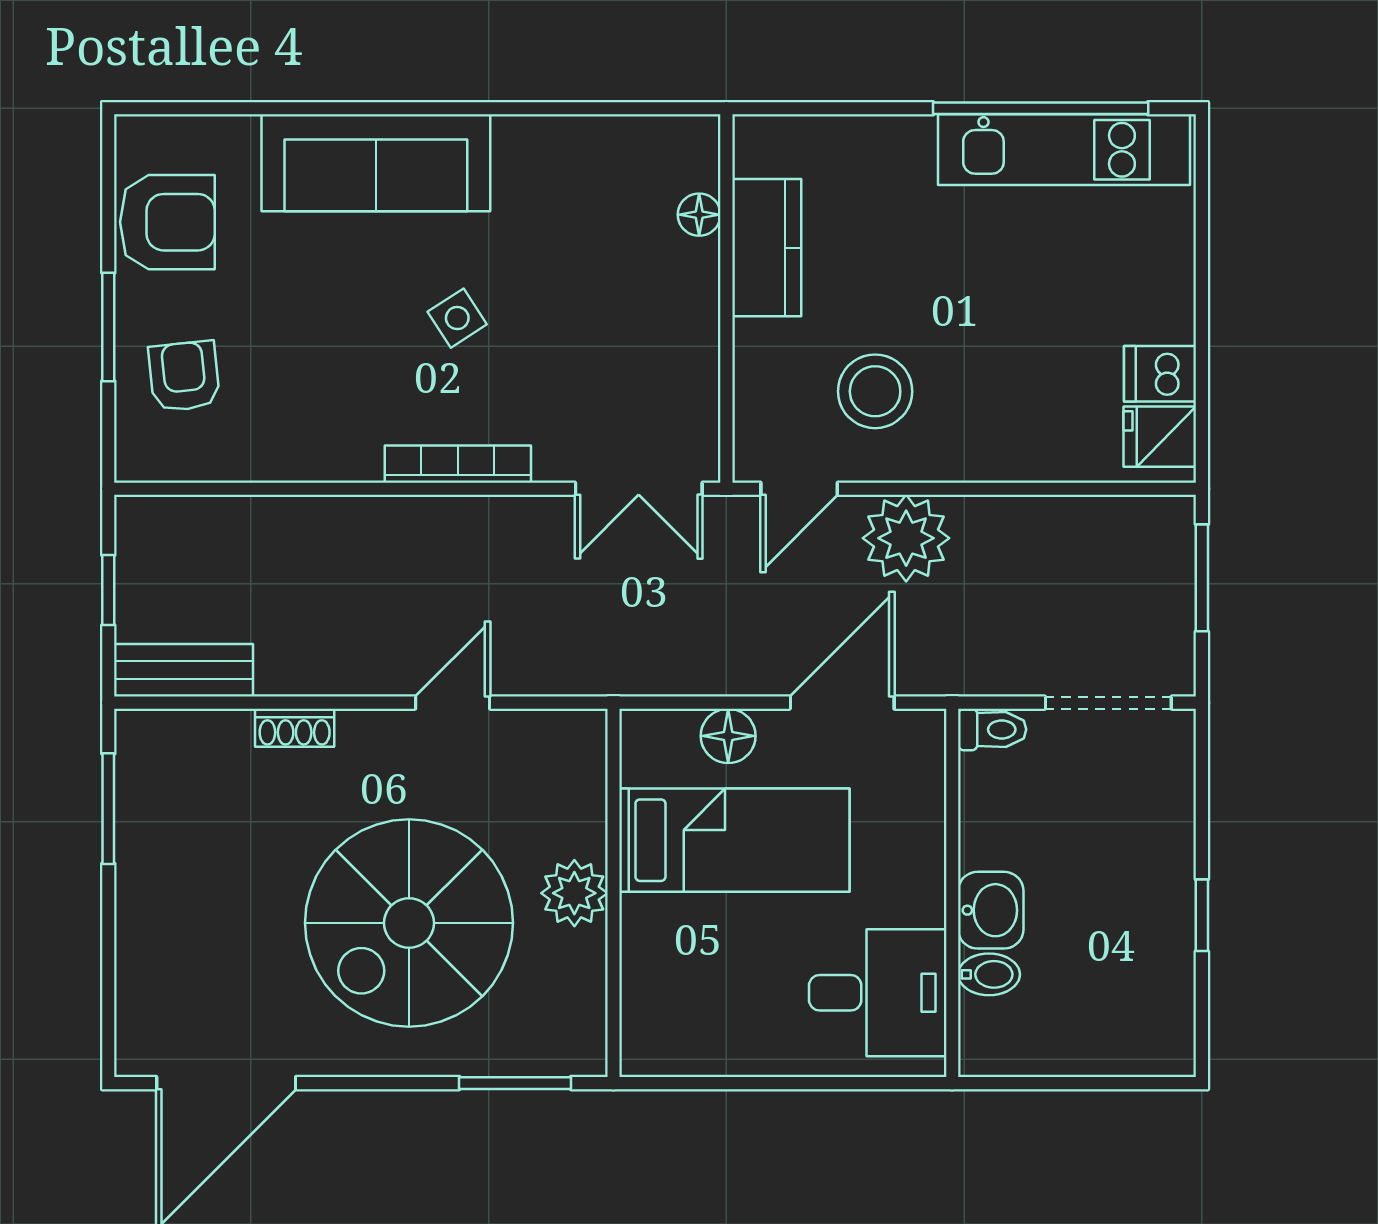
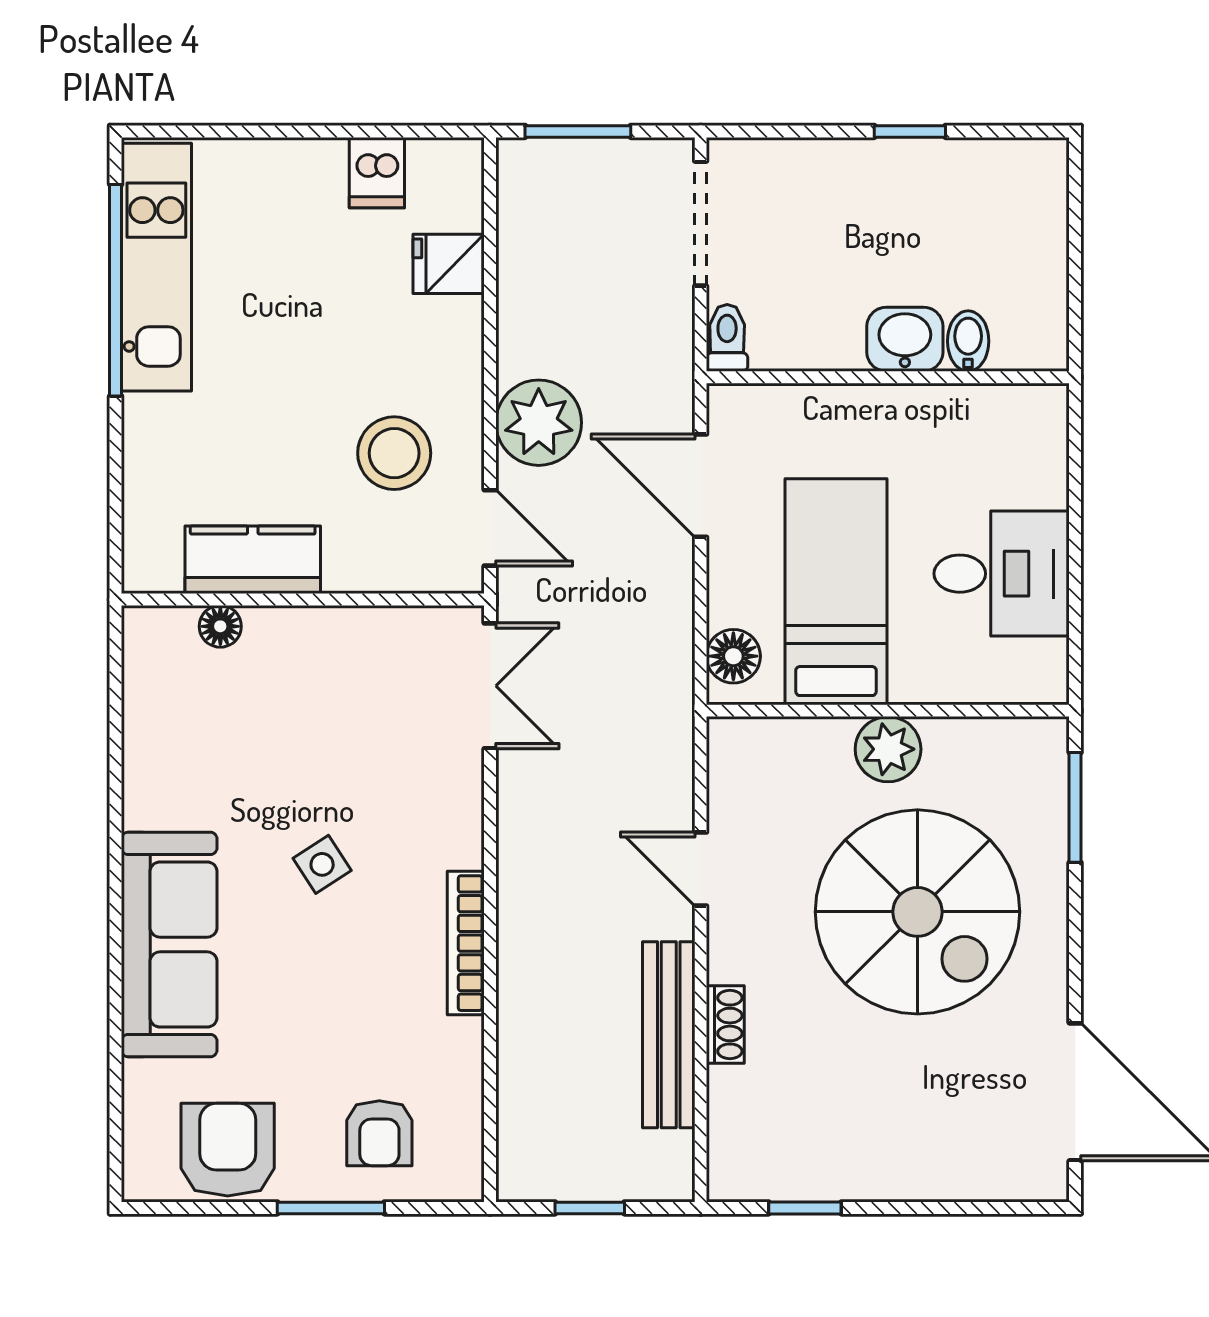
armchair: (184, 376) -> (379, 1133), turned -84
fridge: (1160, 437) -> (449, 264), moved, turned 90
bookcase: (458, 464) -> (466, 943), moved
bench: (184, 670) -> (669, 1035), moved, width x1.36
floor lamp: (728, 736) -> (733, 656), moved
window: (108, 809) -> (805, 1208), width x0.67
desk: (878, 993) -> (1002, 574), moved, turned 90

